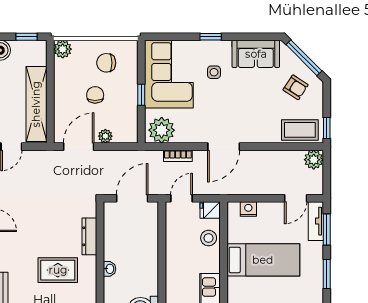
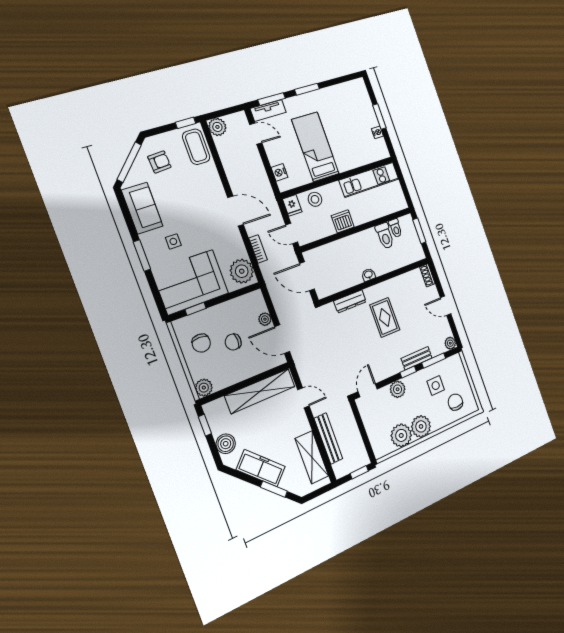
window: (211, 37) -> (142, 255), width x1.50
armchair: (296, 87) -> (159, 162), turned 53
window: (141, 95) -> (196, 309), moved
dishwasher: (176, 261) -> (343, 221), added

